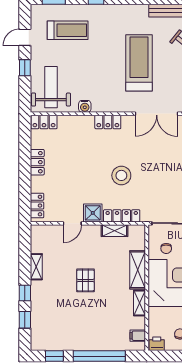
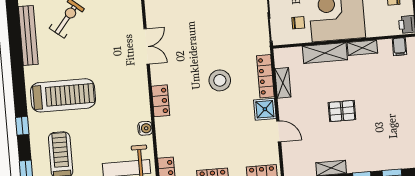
treadmill: (139, 63) -> (63, 95), moved, turned 180
double door: (157, 114) -> (147, 46), width x0.73

